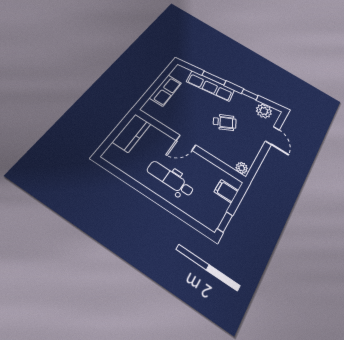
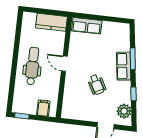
row of seats: (210, 86) -> (124, 66), width x0.68
row of seats: (165, 90) -> (87, 26), moved
plant: (242, 168) -> (66, 112), removed

